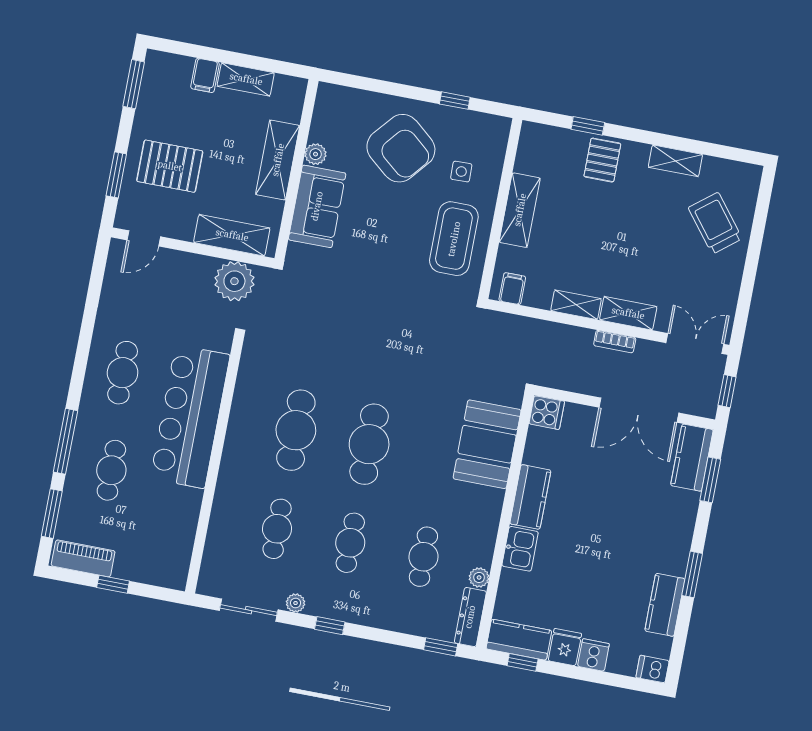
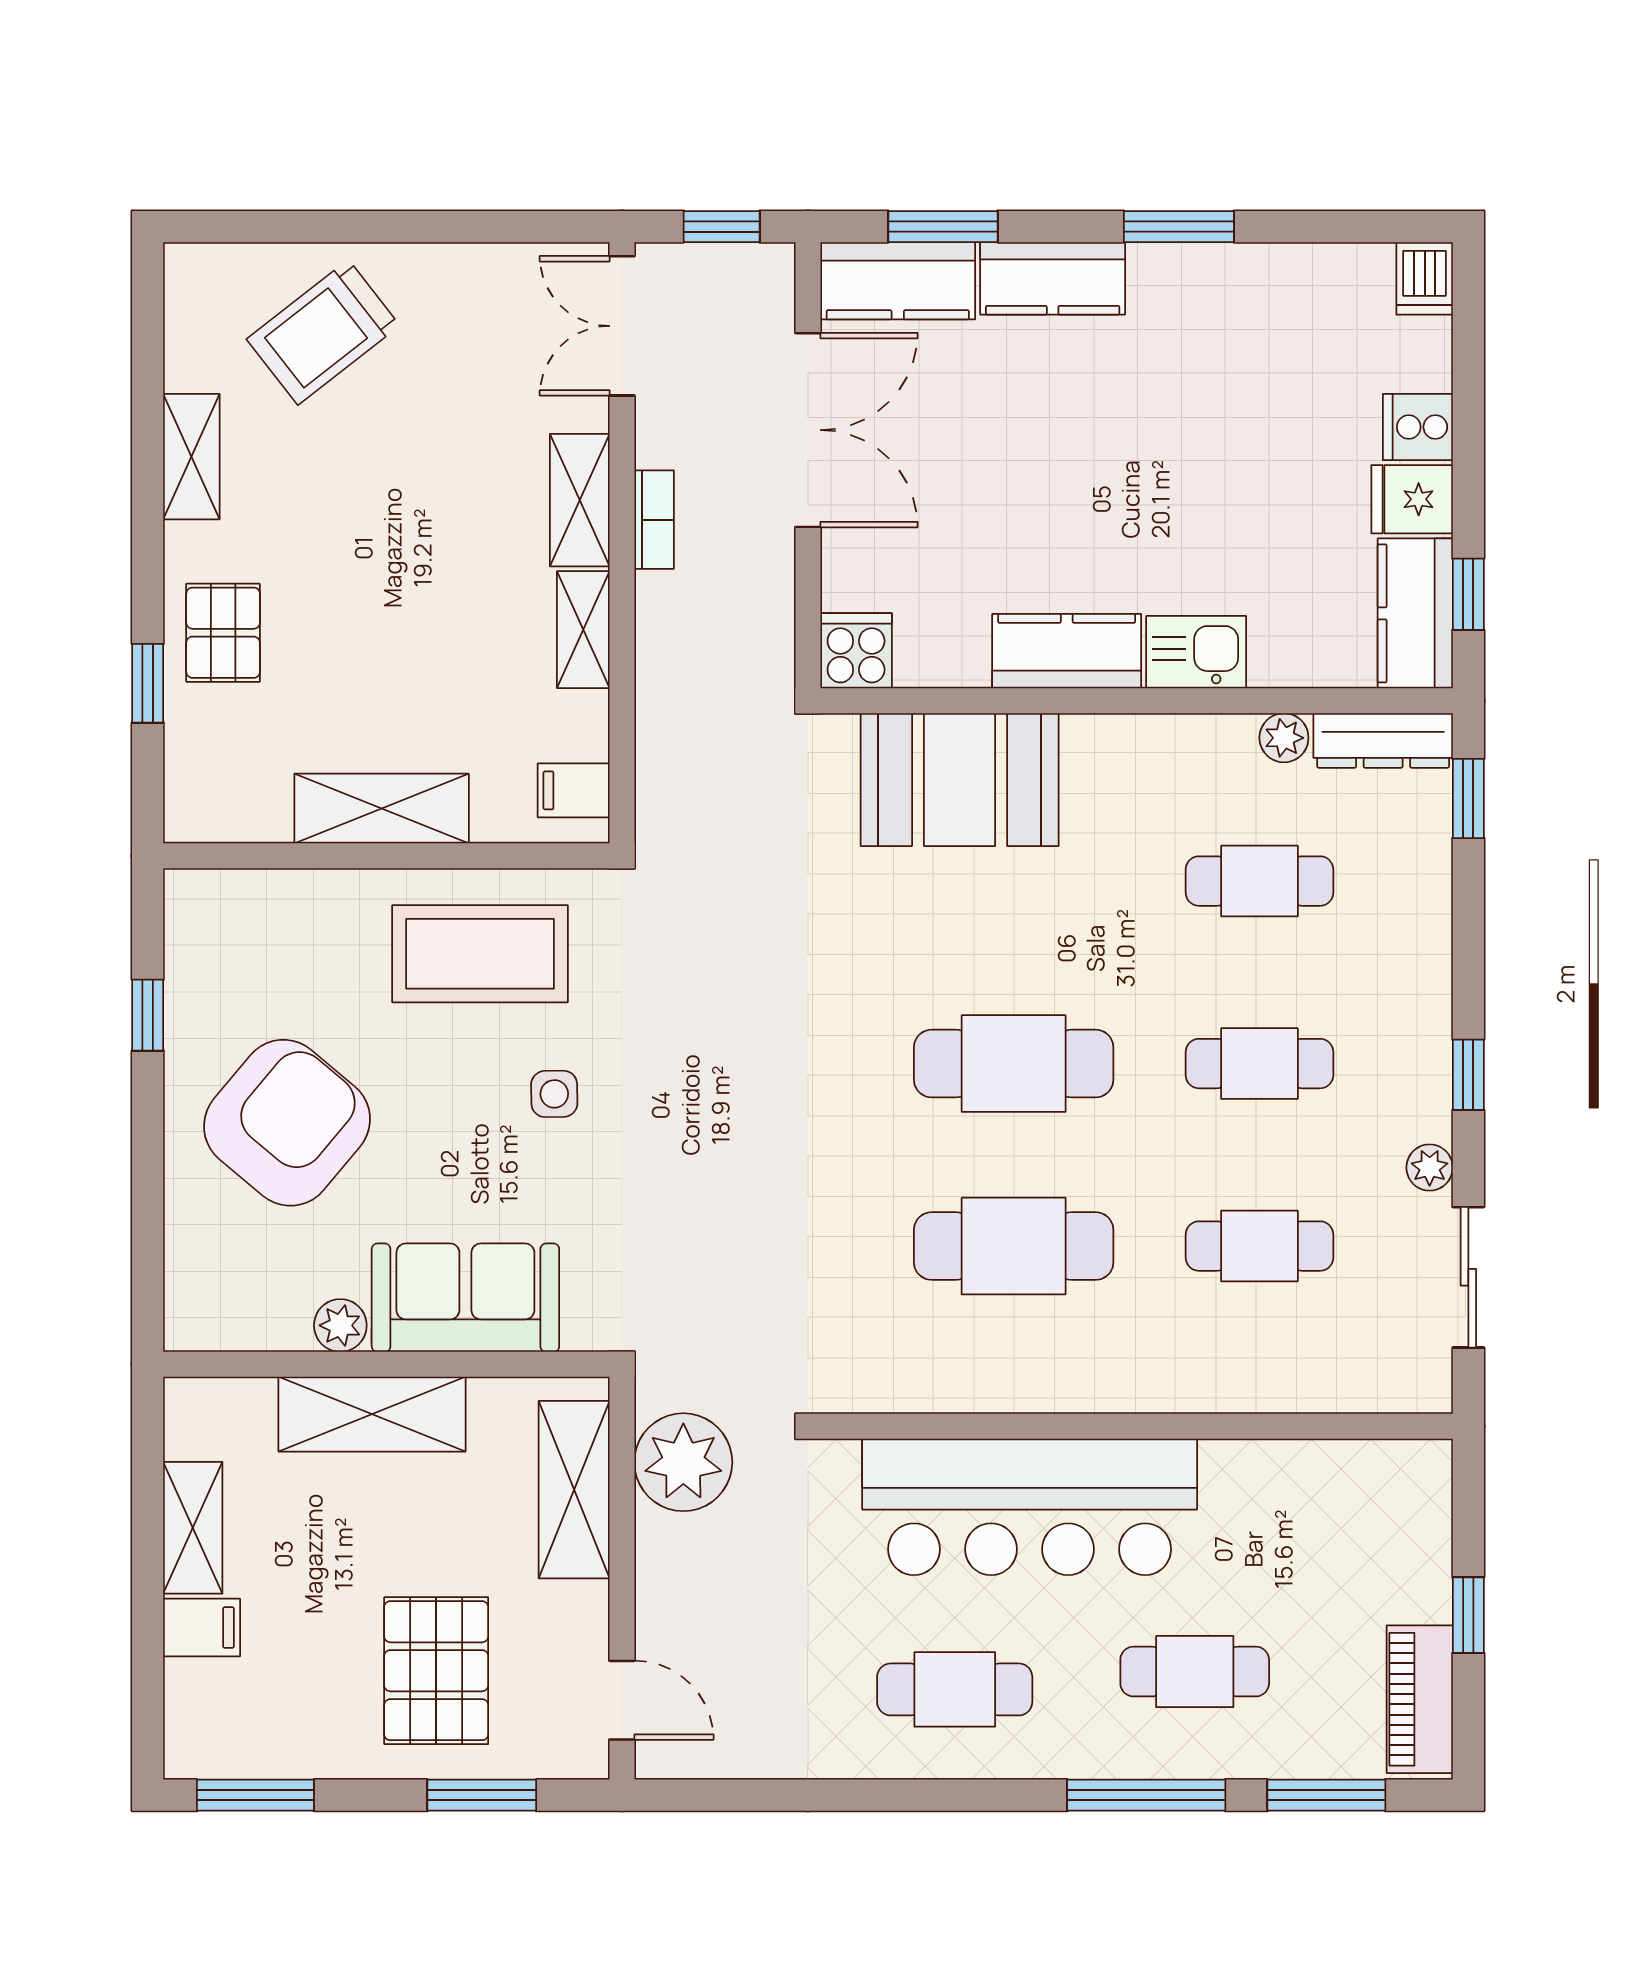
pallet: (602, 160) -> (223, 633), turned 90
side table: (461, 172) -> (554, 1094), moved
kitchen counter: (665, 605) -> (1053, 278), moved

